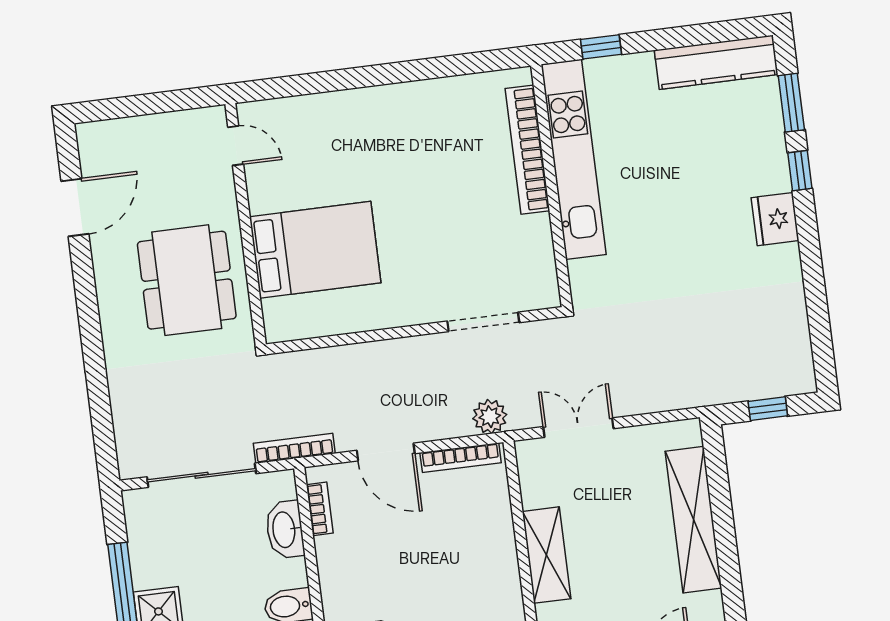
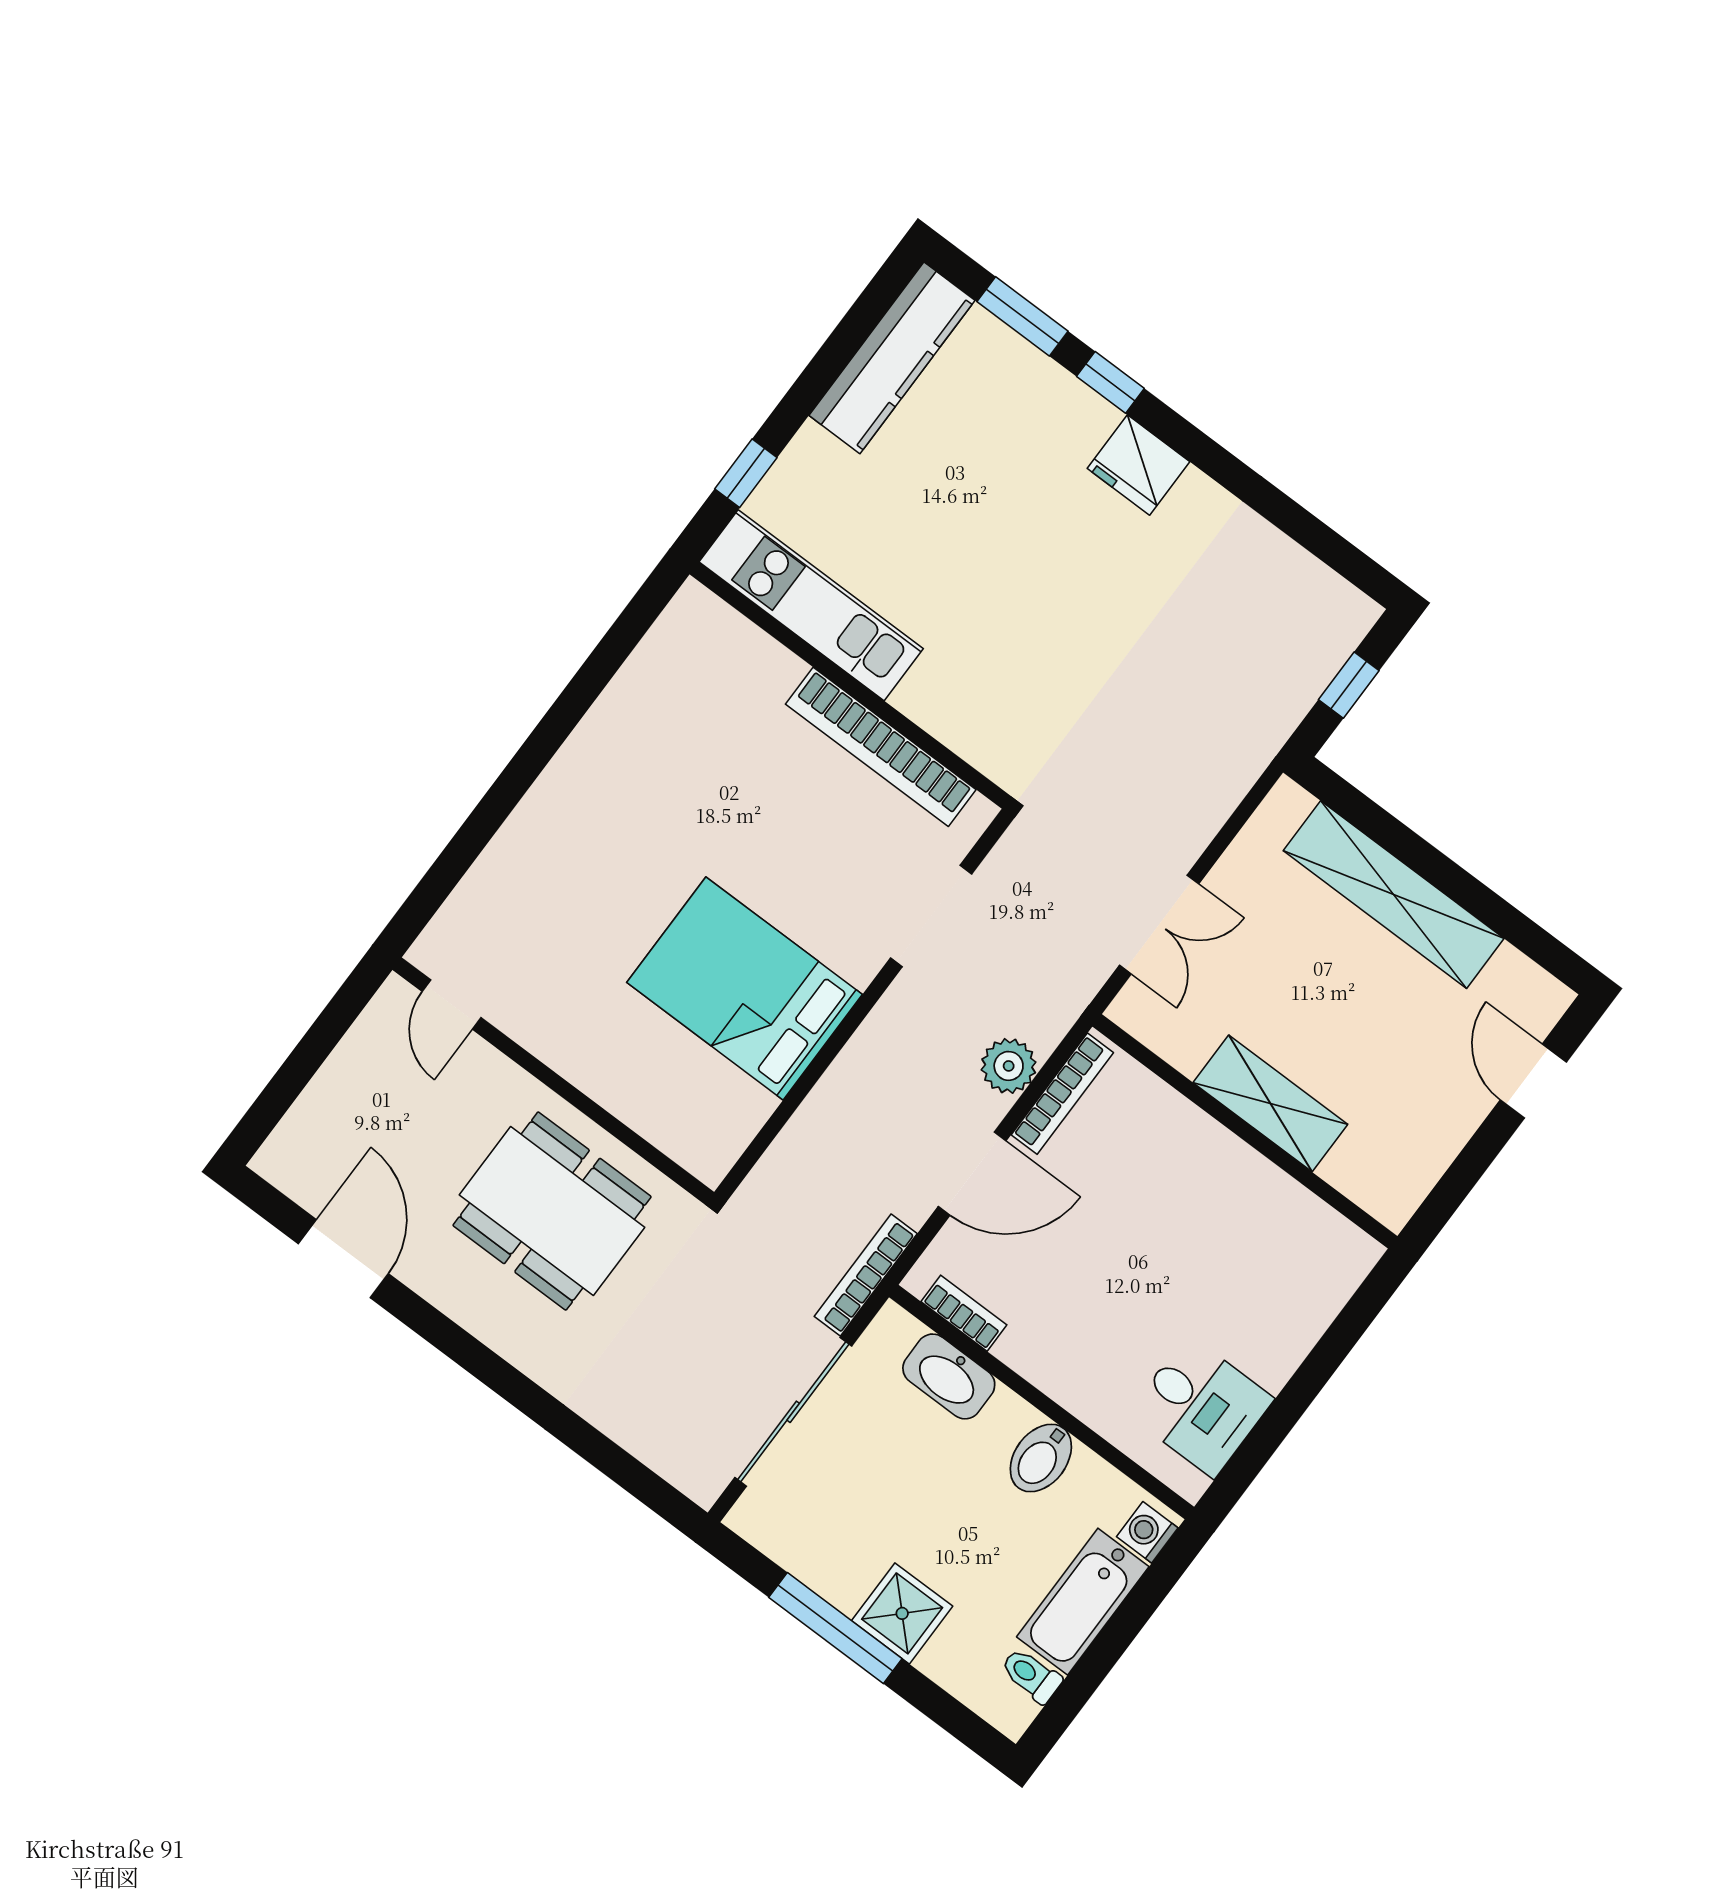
door: (236, 146) -> (452, 1005), swing flipped
bookcase: (527, 150) -> (881, 747), moved
kitchen unit: (574, 159) -> (811, 605), width x0.73
bed: (315, 250) -> (745, 988), moved, turned -90
plant: (490, 417) -> (1009, 1066), moved
double door: (578, 428) -> (1159, 925), swing flipped

